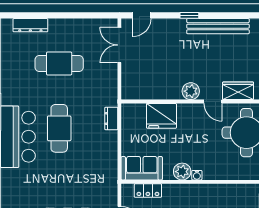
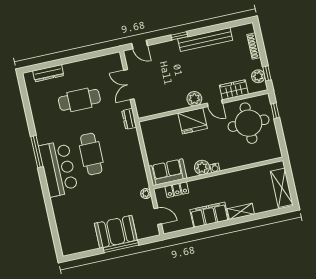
door: (142, 15) -> (140, 45), hinge flipped
double door: (119, 45) -> (129, 85), moved
fridge: (161, 116) -> (193, 121), moved
dresser: (111, 119) -> (129, 119), moved
plant: (112, 187) -> (146, 194), added

